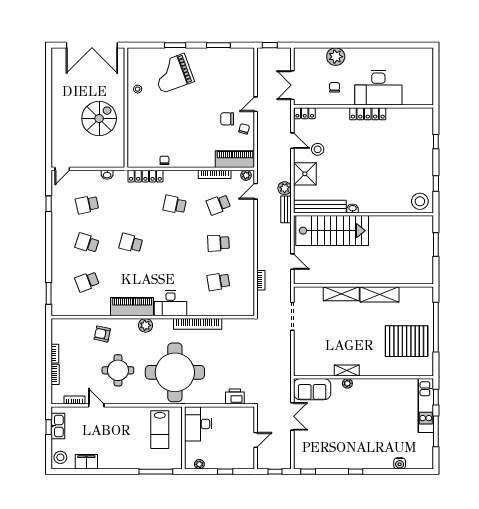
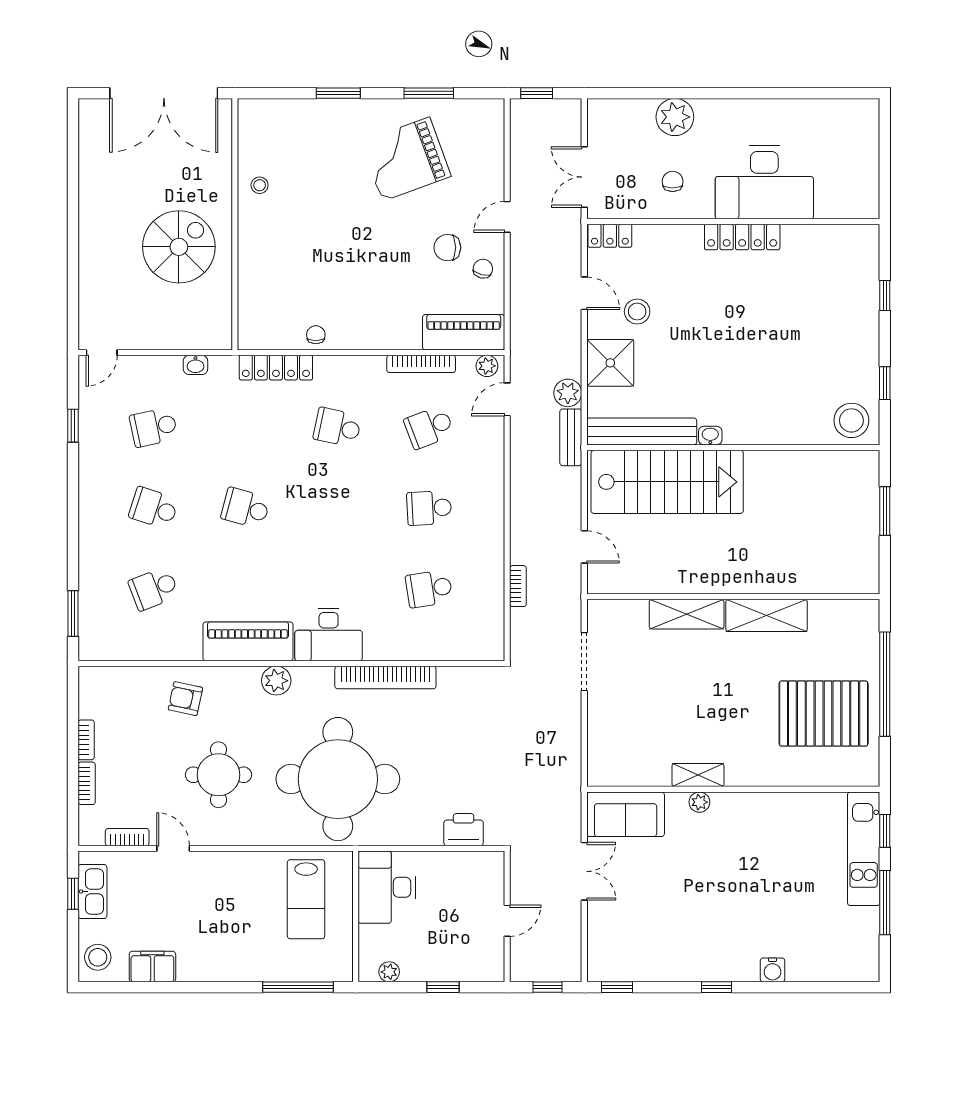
grand piano: (173, 73) -> (406, 159), moved
water cooler: (400, 463) -> (773, 970), moved

